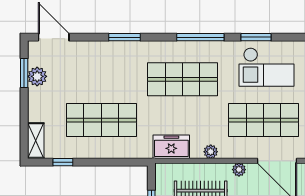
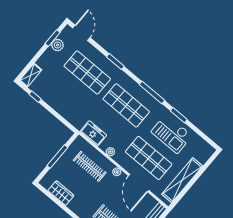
shop shelf: (101, 120) -> (87, 72), moved

